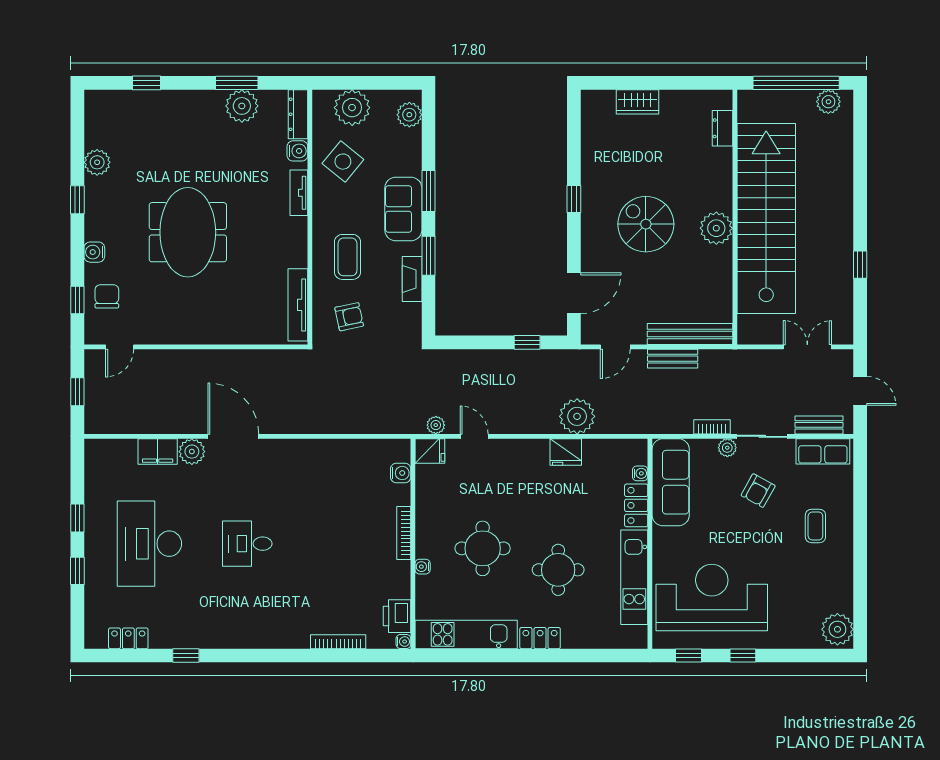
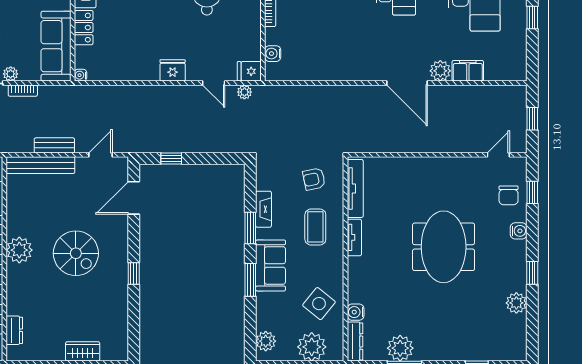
tv unit: (299, 193) -> (354, 237), moved
plant: (577, 416) -> (131, 99), removed
fridge: (566, 452) -> (173, 70), moved
water cooler: (640, 473) -> (81, 75), moved

